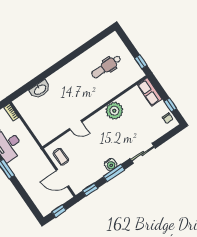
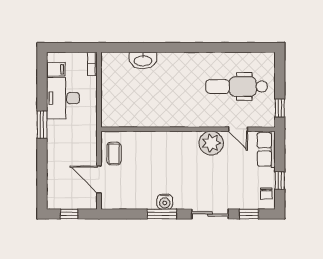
dental chair: (106, 67) -> (237, 86), width x1.36, depth x1.38
door: (76, 125) -> (238, 129), moved
window: (90, 189) -> (249, 214), moved

